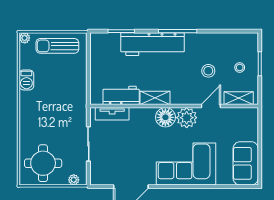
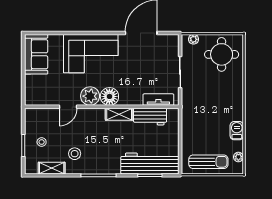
plant: (25, 38) -> (238, 157), moved
workbench: (153, 44) -> (150, 163), moved
stool: (208, 71) -> (75, 154), moved
shelving: (239, 98) -> (52, 168), moved

